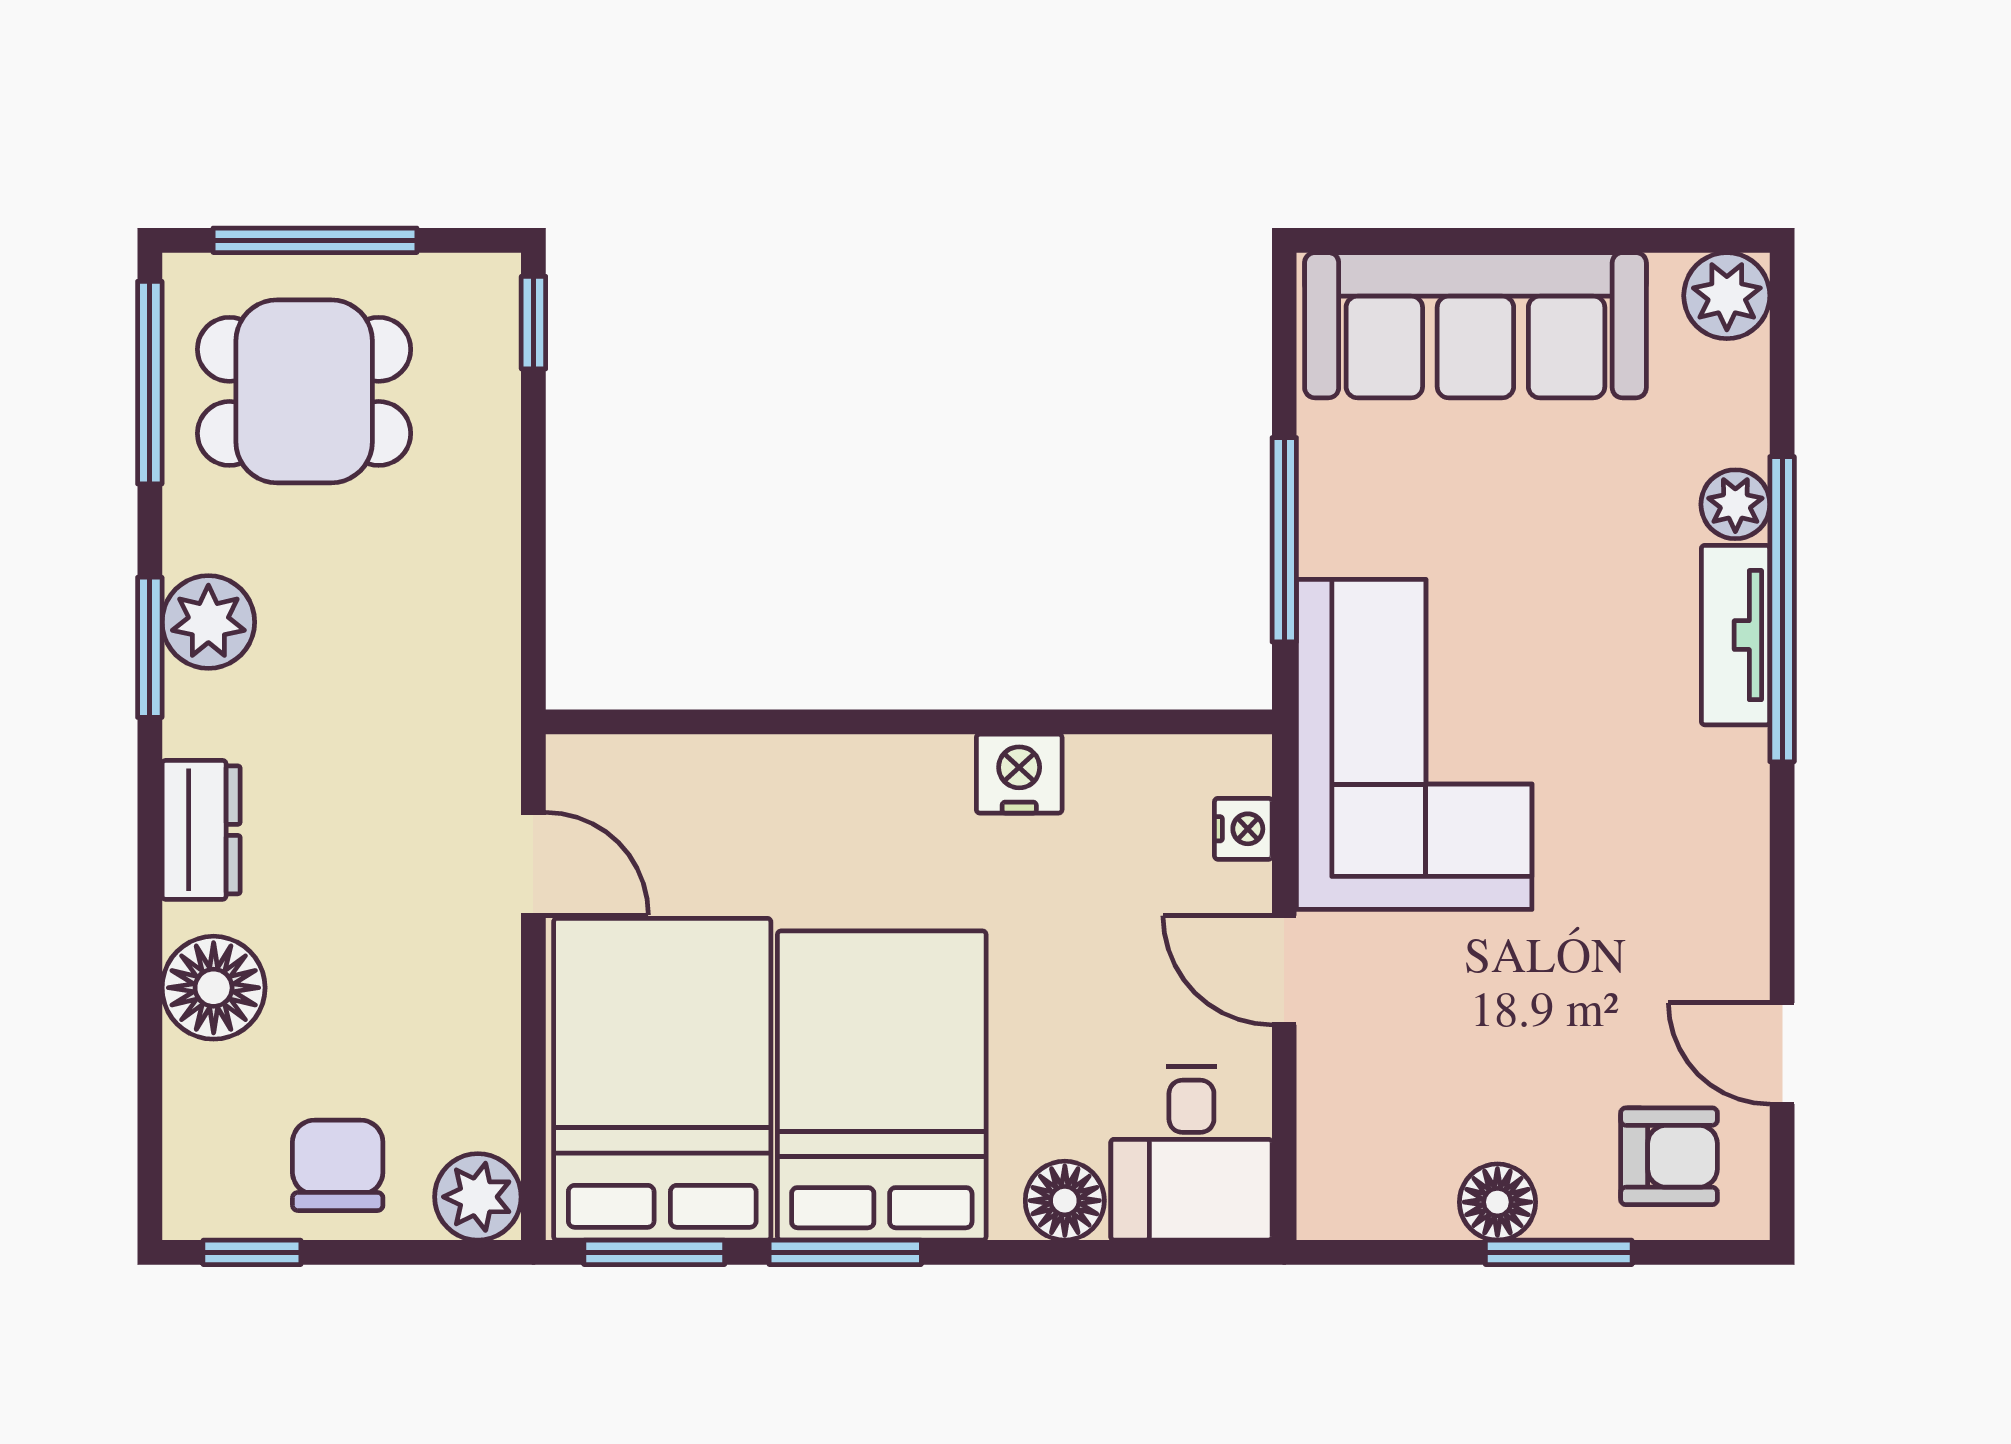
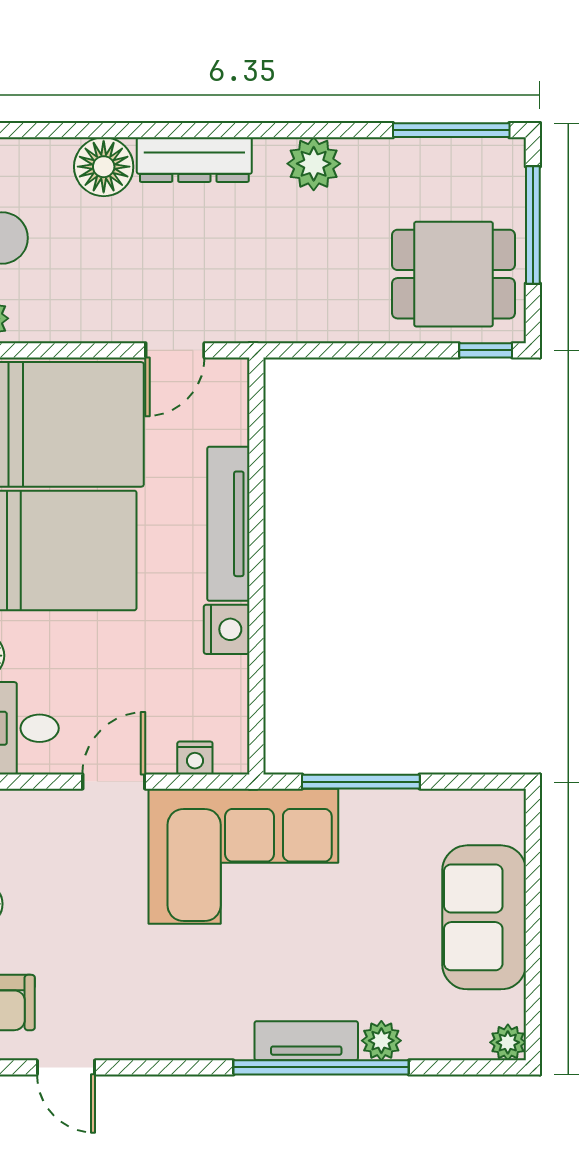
plant: (1727, 296) -> (508, 1042), width x0.73, depth x0.73
sofa: (1475, 325) -> (484, 917), width x0.73
dining table: (304, 391) -> (453, 274), moved, turned 90
window: (150, 647) -> (299, 130), removed
tv unit: (835, 771) -> (228, 524), added
dresser: (201, 830) -> (194, 160), width x1.44
door: (1782, 1054) -> (66, 1067), swing flipped

